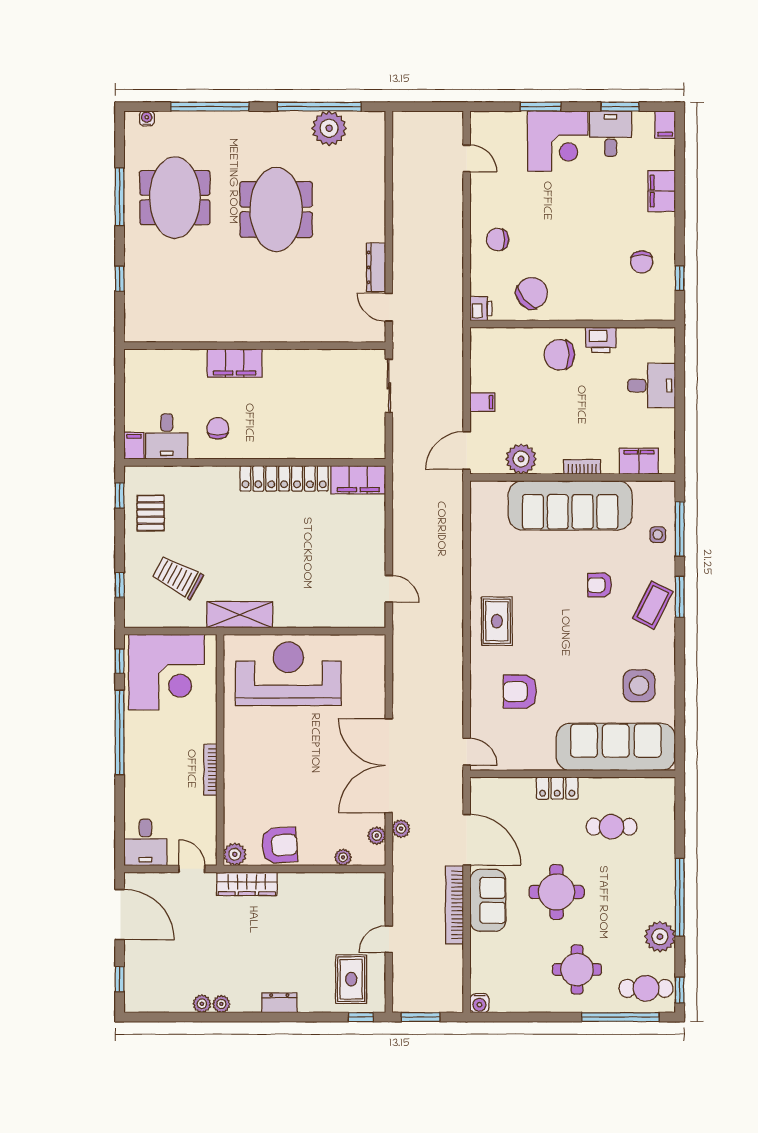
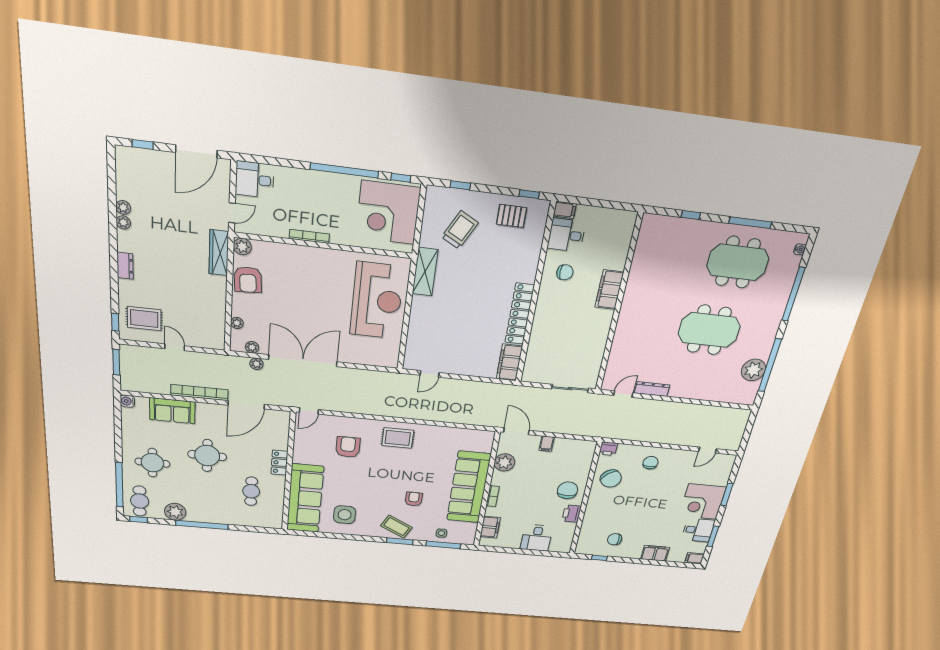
sofa: (488, 900) -> (172, 411), moved

